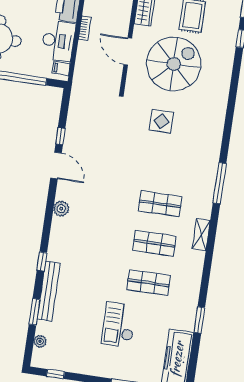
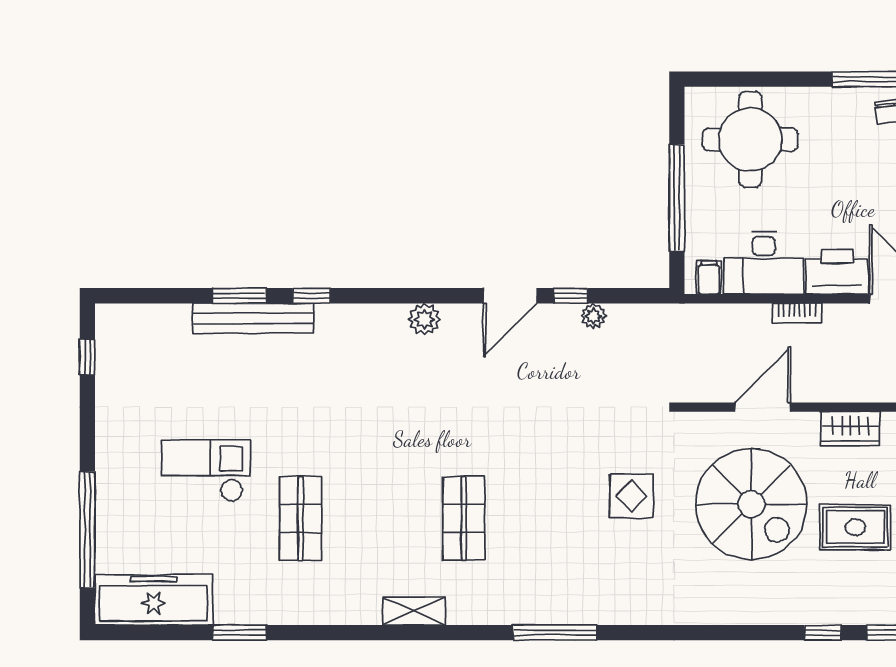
window: (220, 183) -> (555, 633), moved
shop shelf: (154, 243) -> (382, 518), removed
window: (34, 312) -> (239, 296), moved
plant: (40, 341) -> (593, 316), moved

